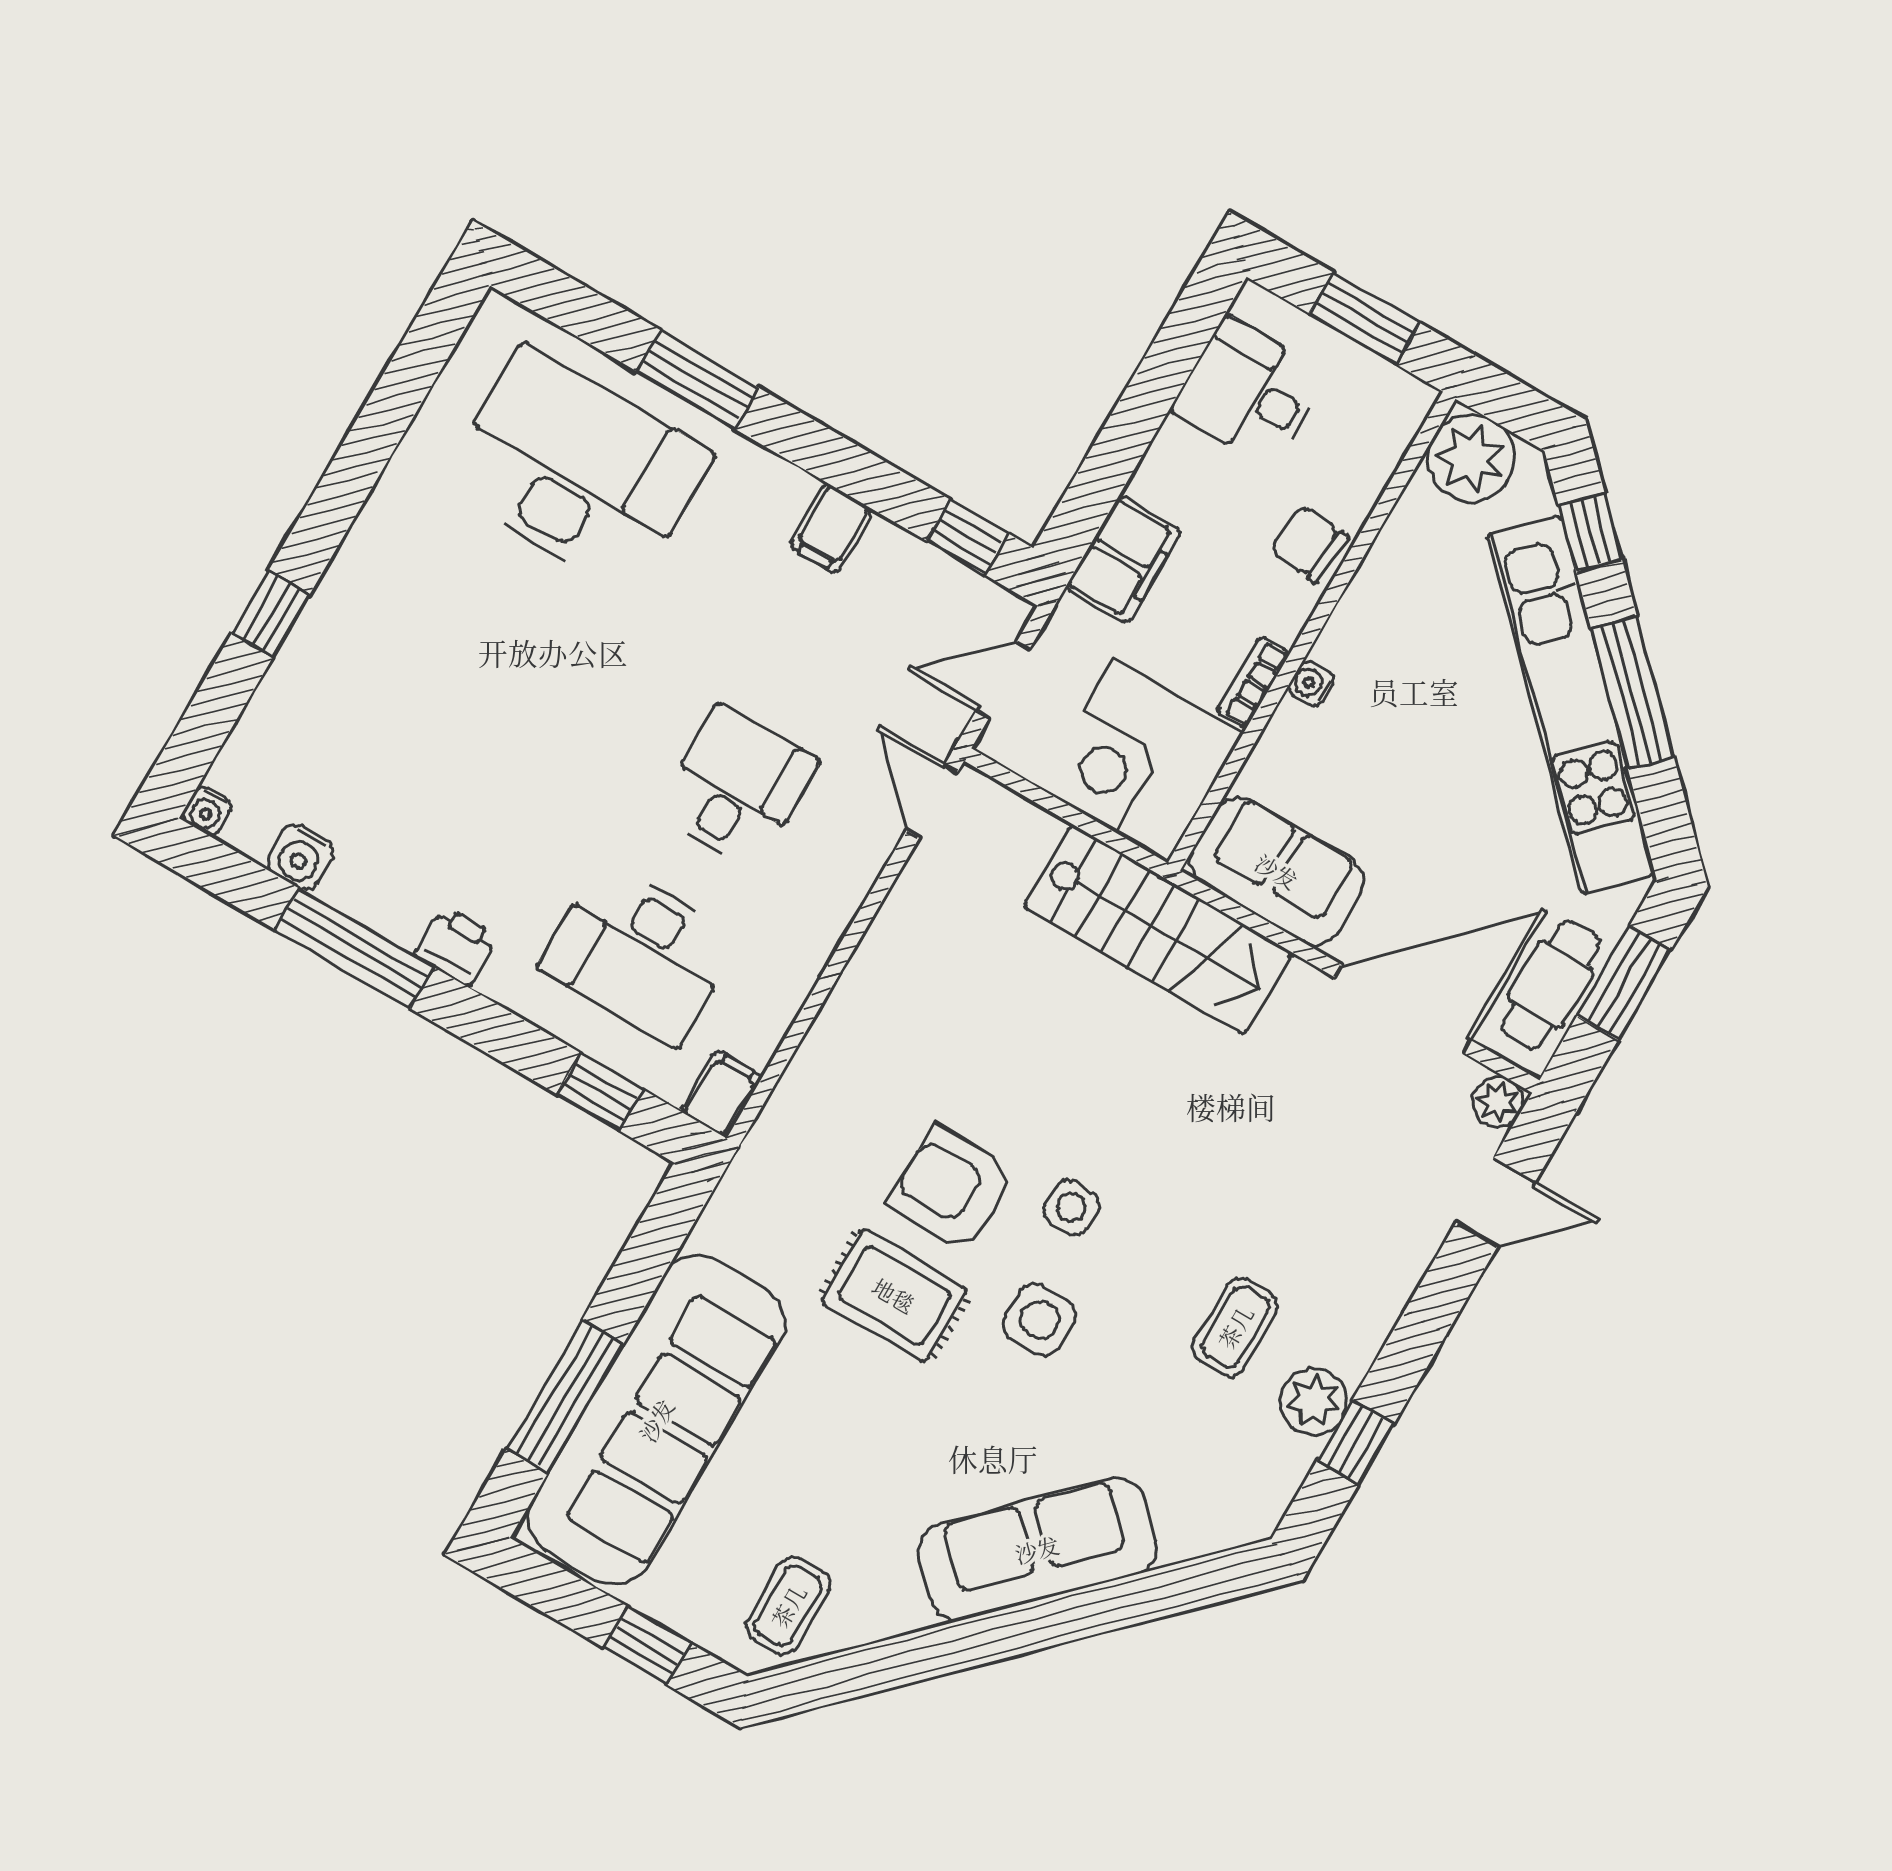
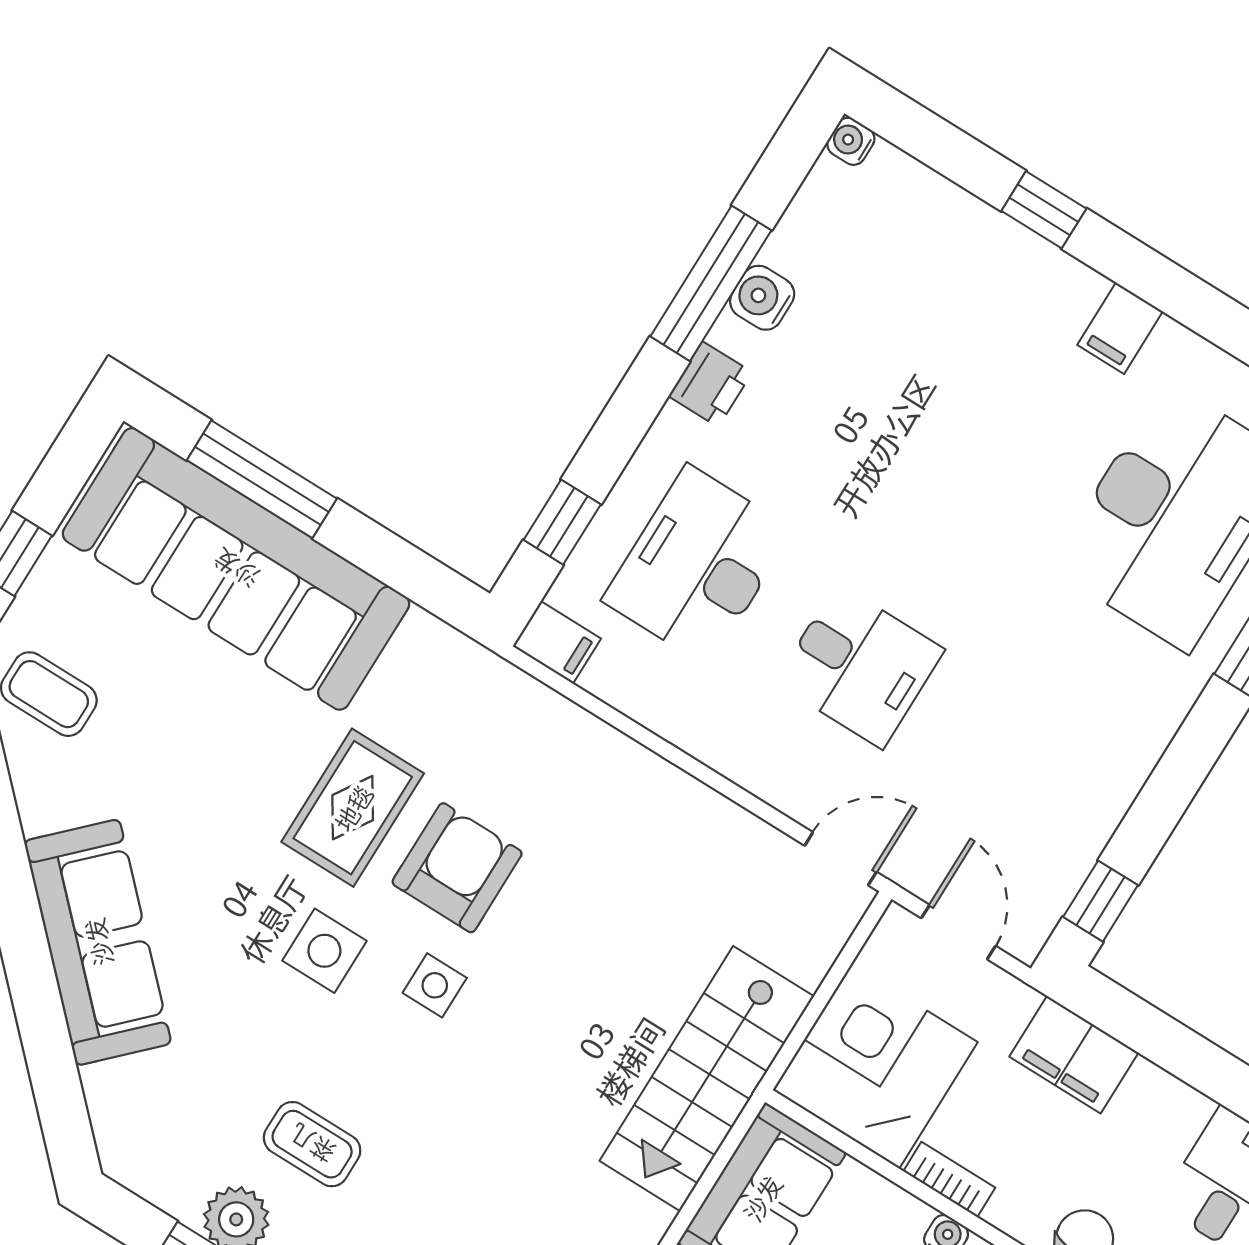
filing cabinet: (831, 528) -> (1120, 328), moved, turned -90
water cooler: (300, 857) -> (762, 298), moved

